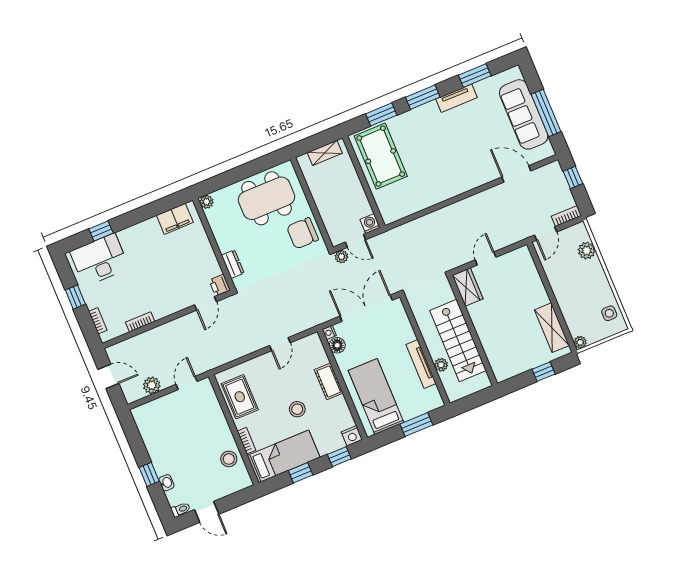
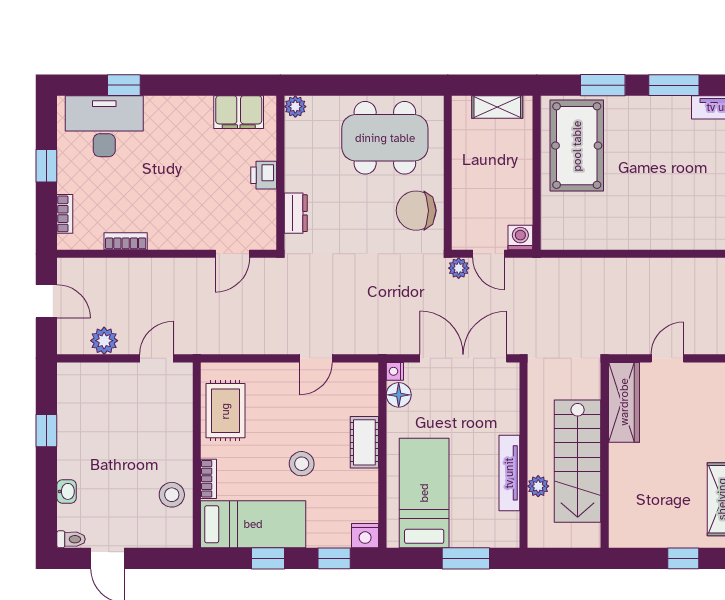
printer: (220, 285) -> (264, 175), moved
wardrobe: (468, 287) -> (624, 402), width x1.50
window: (149, 474) -> (46, 431), moved

